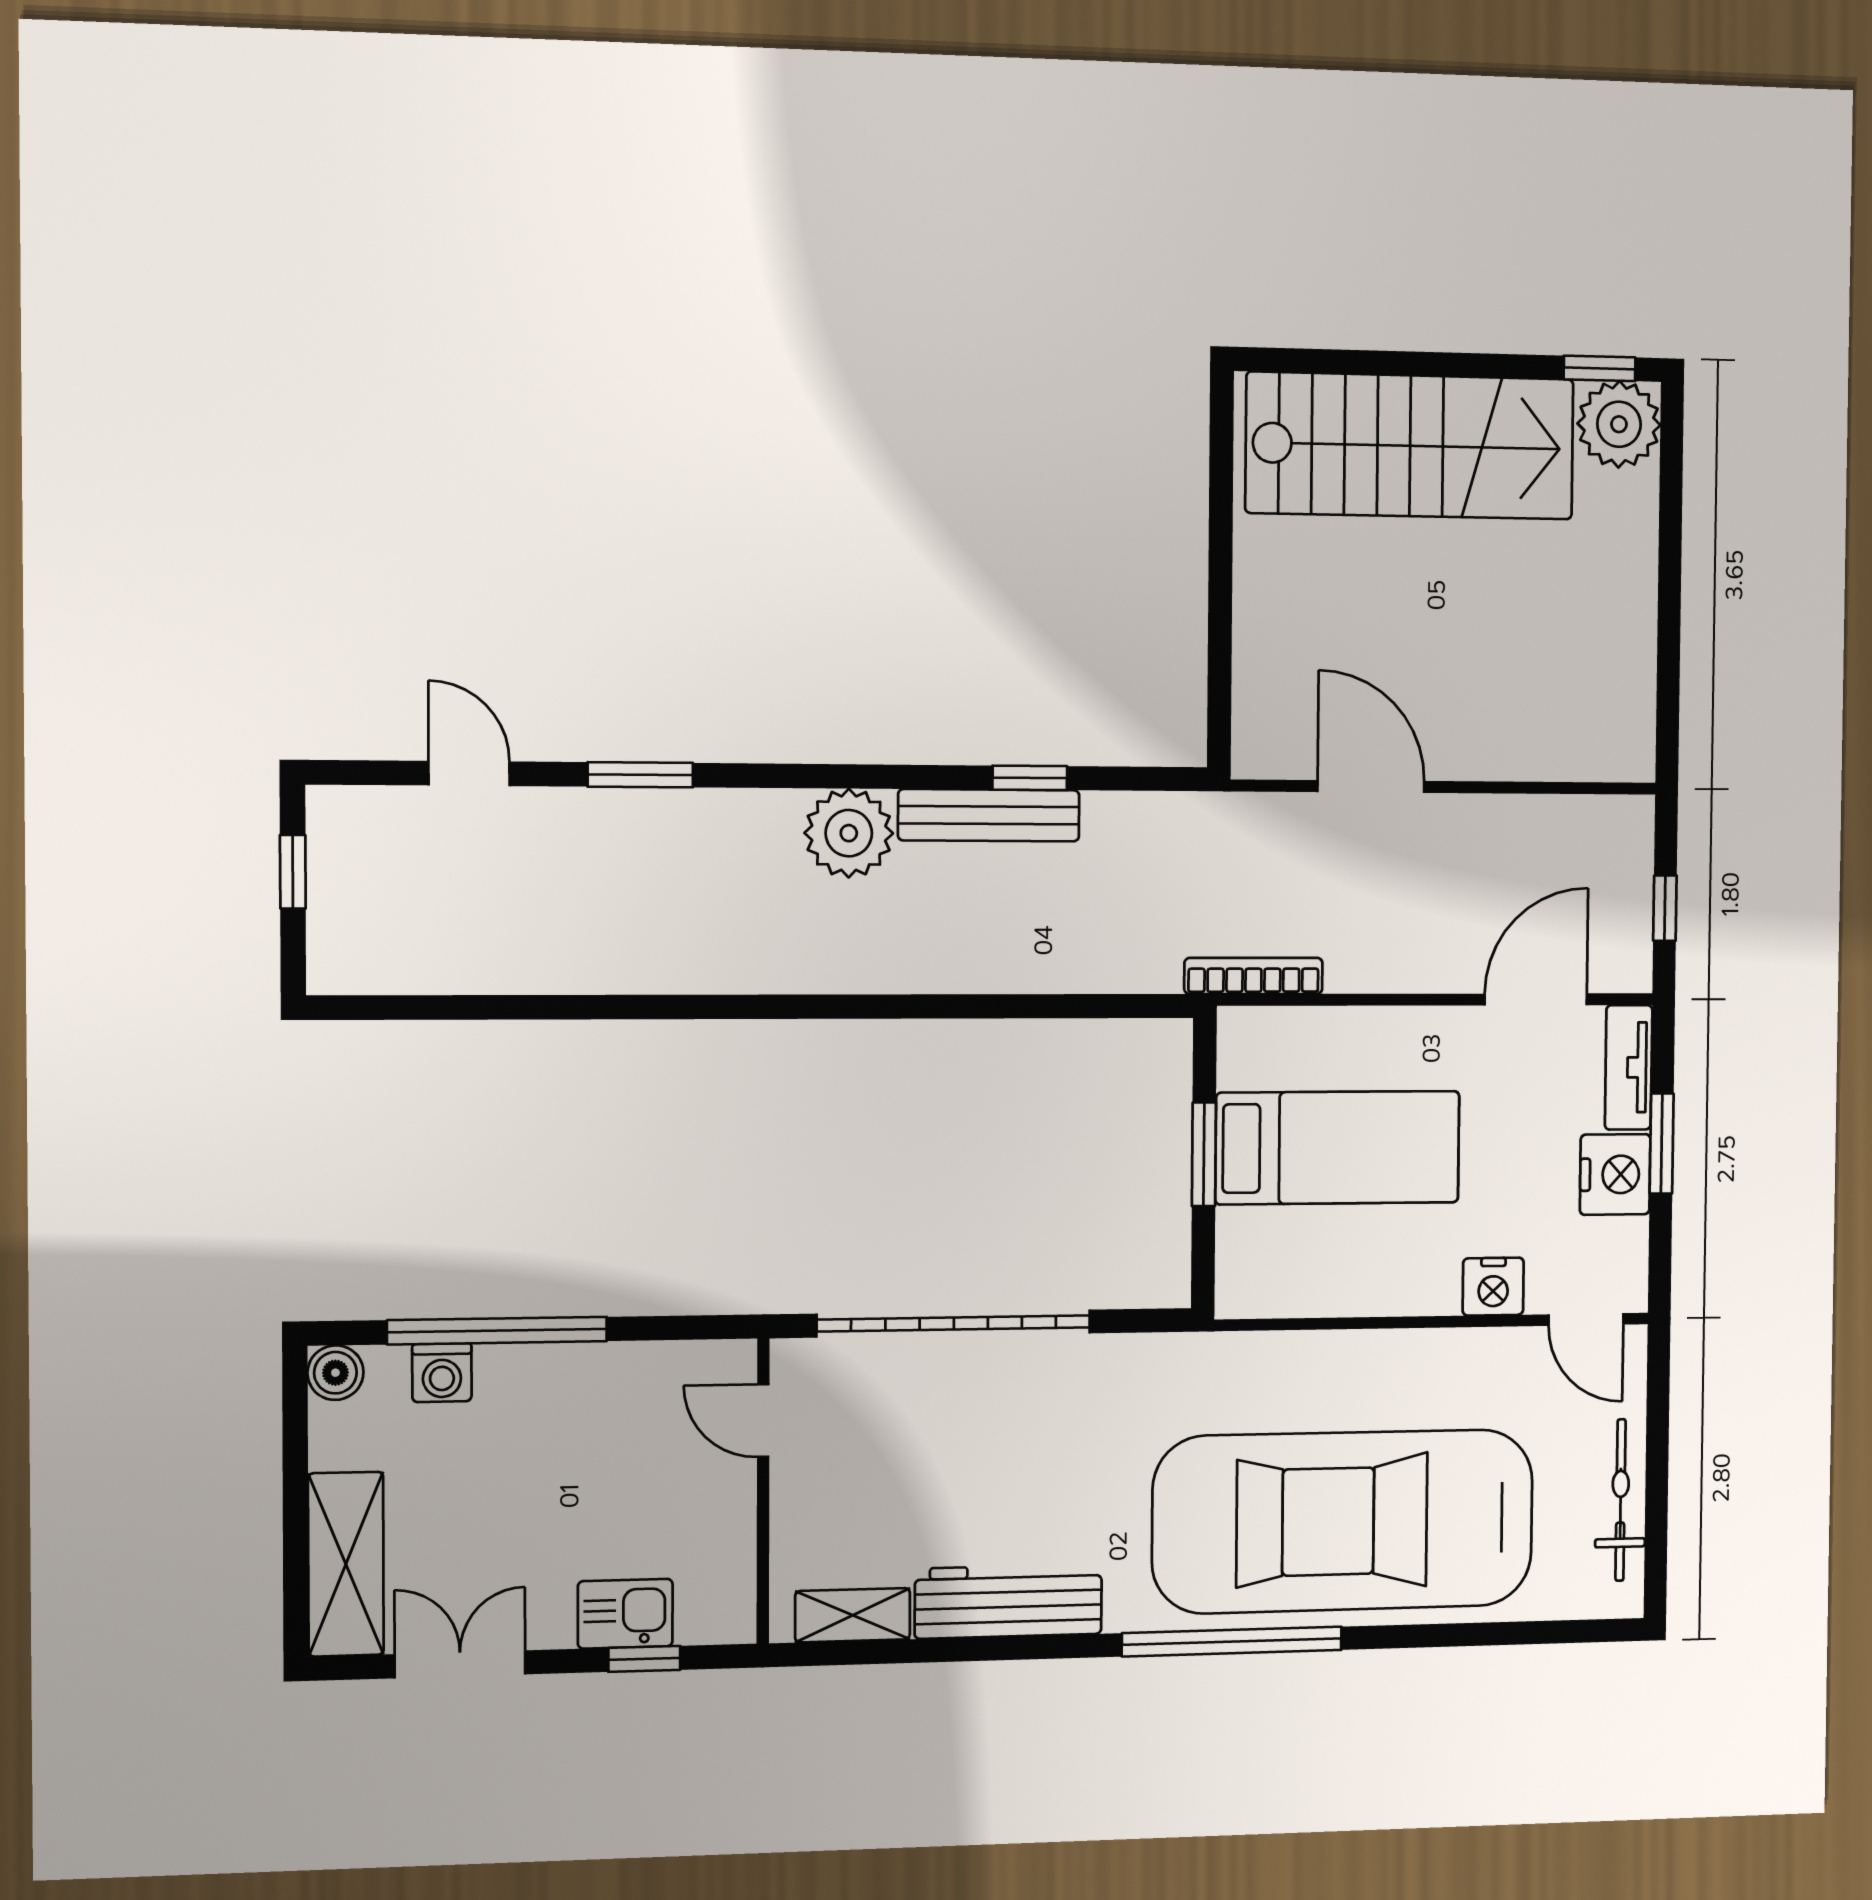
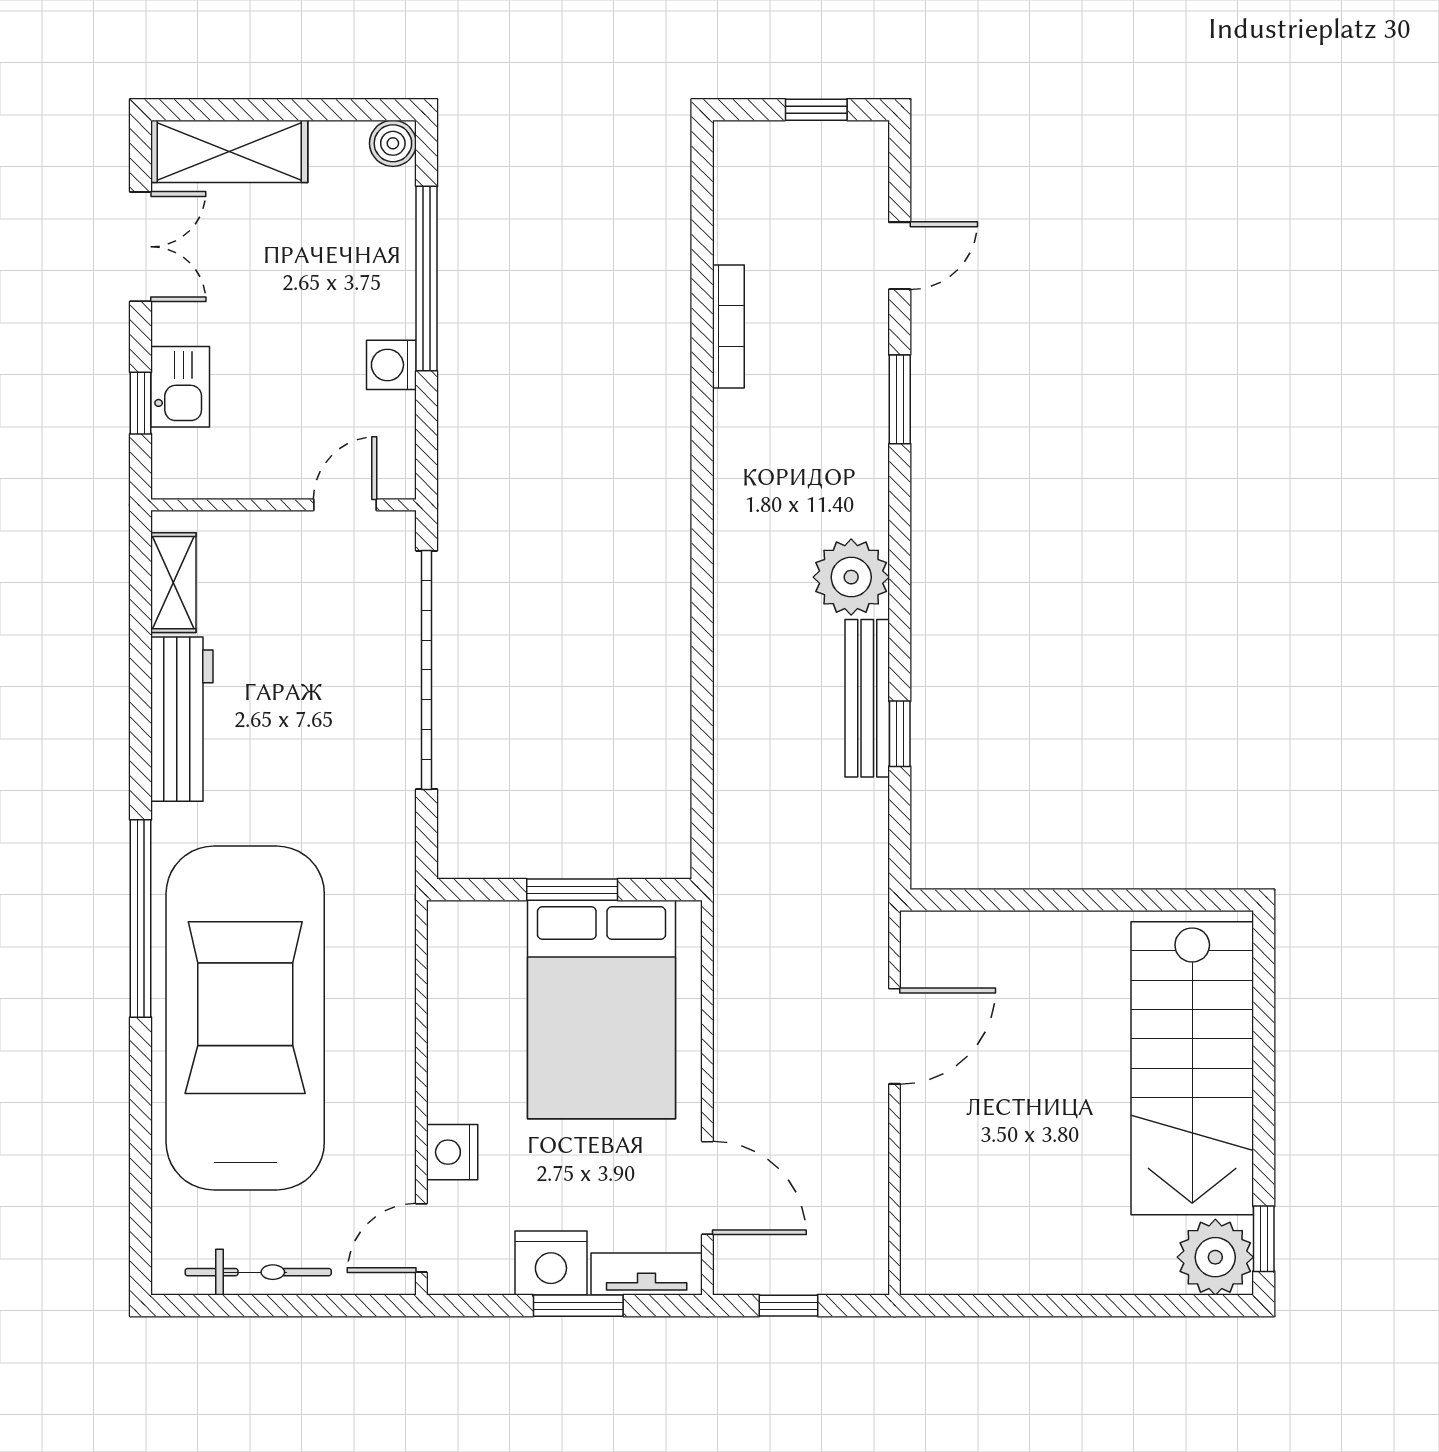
bookcase: (1254, 976) -> (728, 326), moved
bed: (1338, 1148) -> (602, 1009), width x1.50
washing machine: (442, 1373) -> (391, 365), moved

